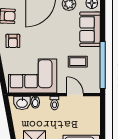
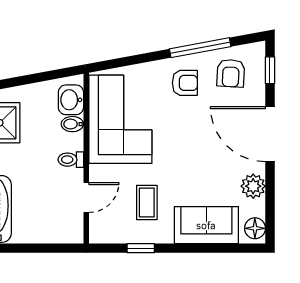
armchair: (13, 41) -> (185, 83), turned 180
window: (103, 65) -> (141, 248), width x0.32

